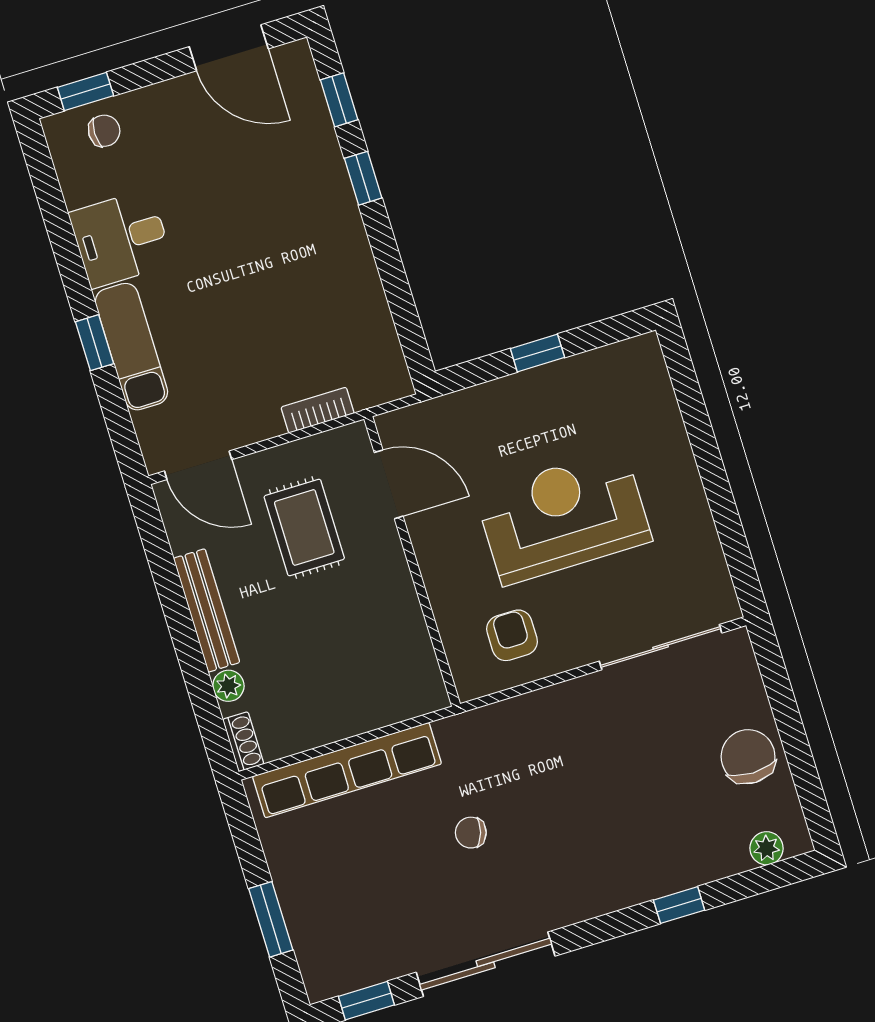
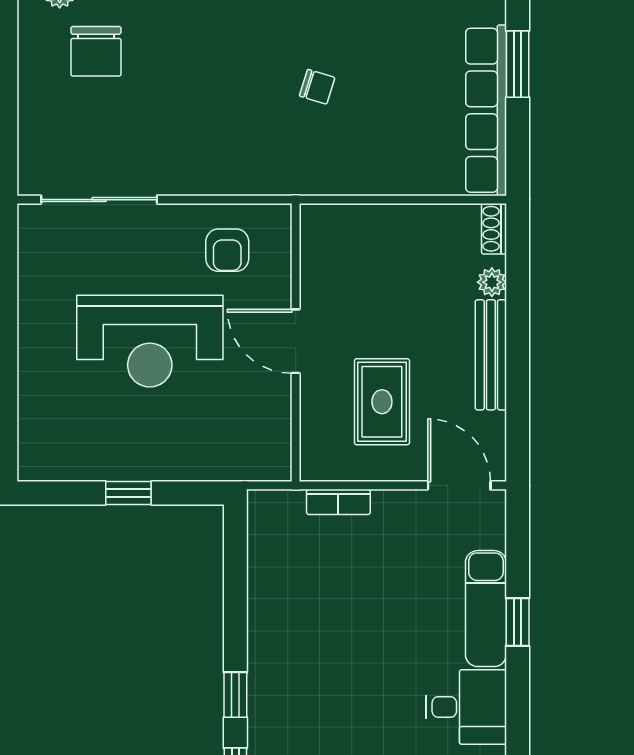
door: (389, 484) -> (296, 341), moved
chair: (748, 757) -> (96, 51), moved
row of seats: (347, 770) -> (486, 110), moved, turned -90

